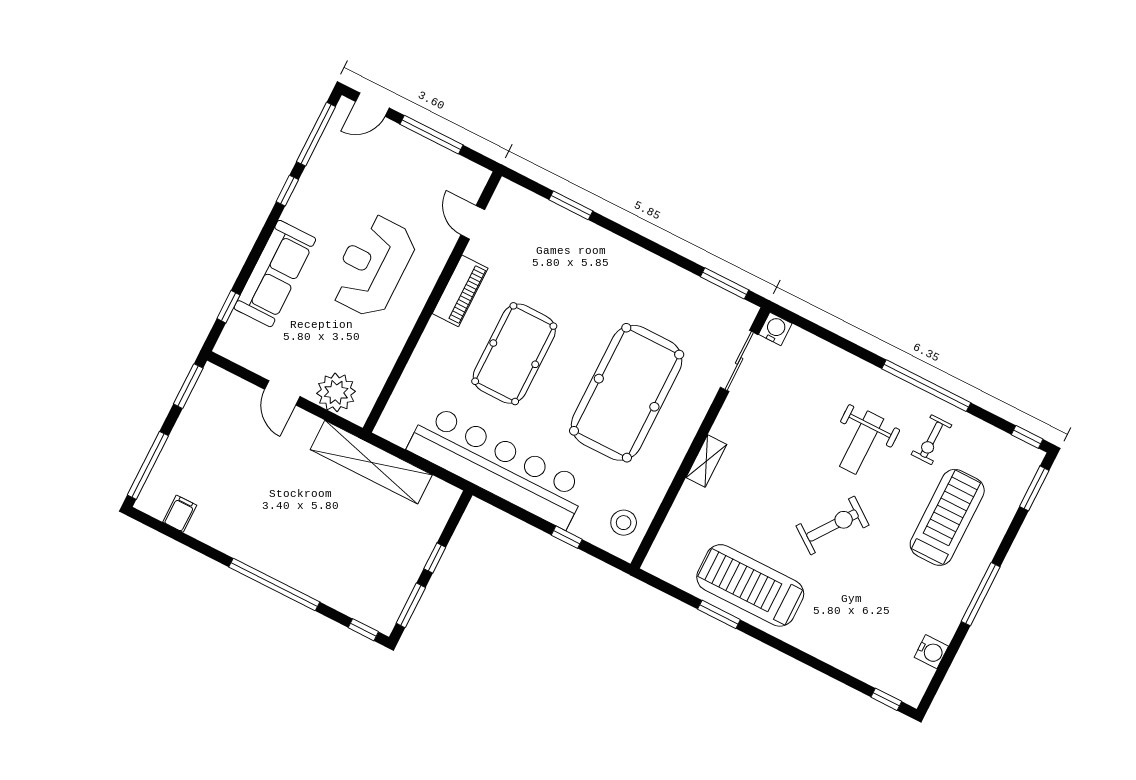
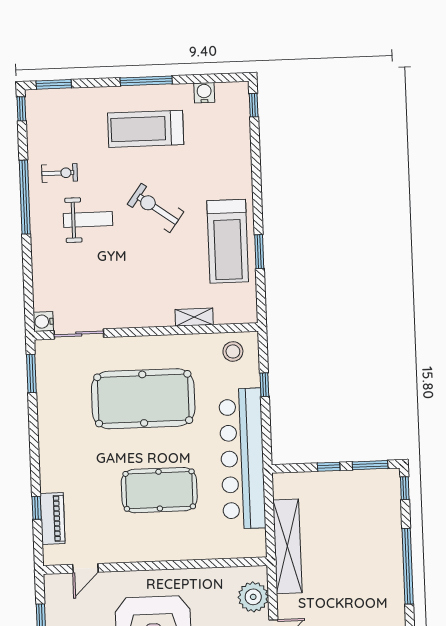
window: (571, 205) -> (37, 508), width x0.67
piano: (460, 291) -> (53, 519), moved, turned 90
shelving: (706, 461) -> (194, 317), moved
treadmill: (947, 517) -> (146, 129), moved

